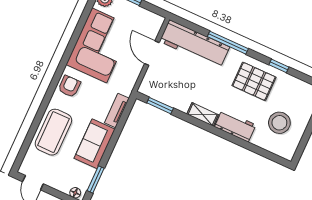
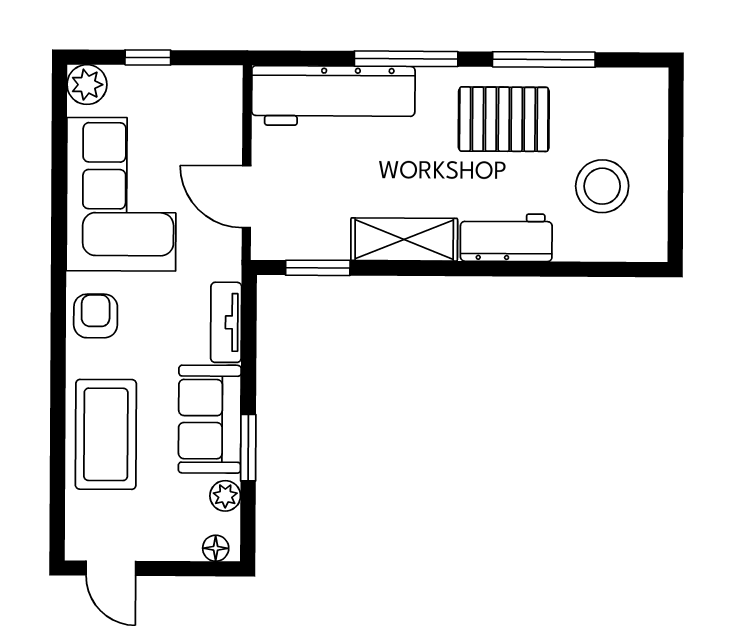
door: (152, 53) -> (247, 197), moved
window: (279, 66) -> (544, 59), width x2.17
shelving: (203, 114) -> (404, 239), width x1.50, depth x1.33
plant: (88, 175) -> (225, 496), added
window: (96, 179) -> (248, 448), moved

